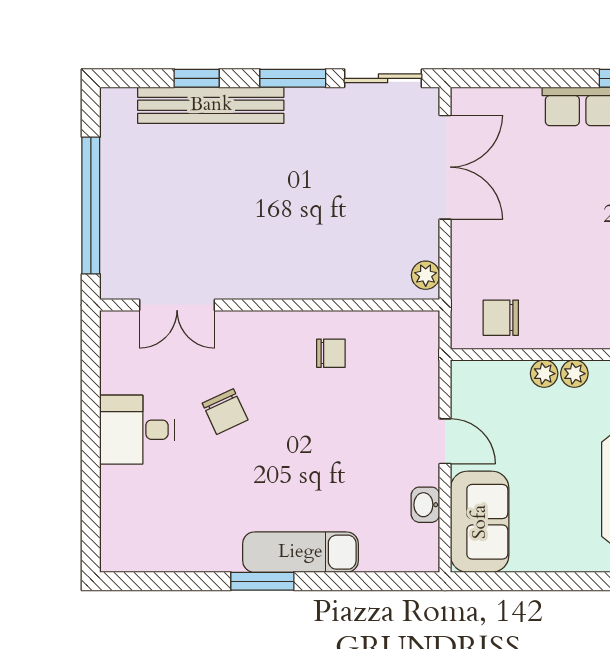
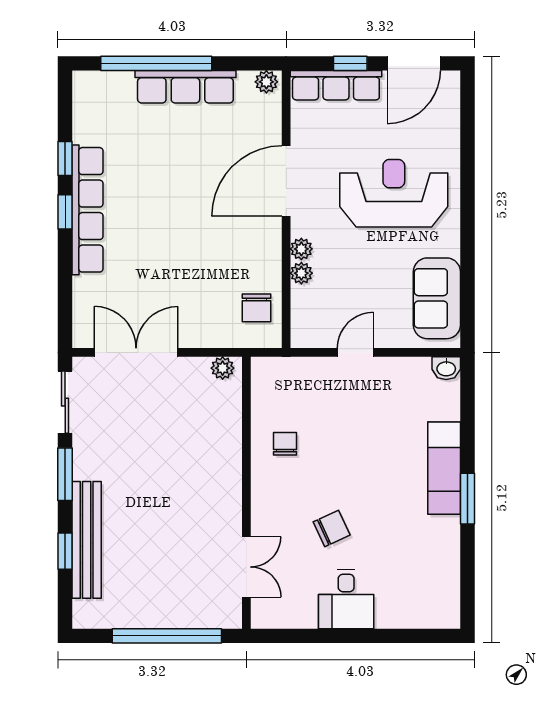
washbasin: (425, 505) -> (446, 368), moved
sofa: (480, 522) -> (437, 298), moved, turned -90

